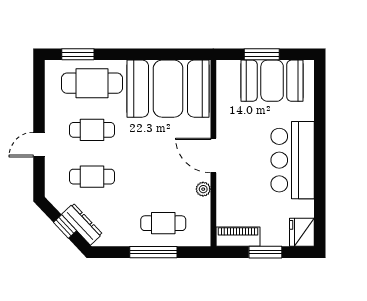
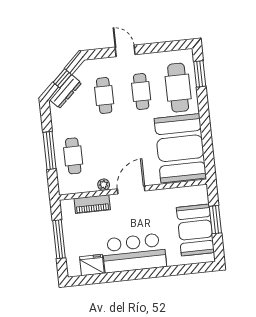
fridge: (302, 232) -> (92, 265), moved
piano: (238, 237) -> (92, 204), moved, turned 90
window: (265, 252) -> (59, 239), width x1.44

